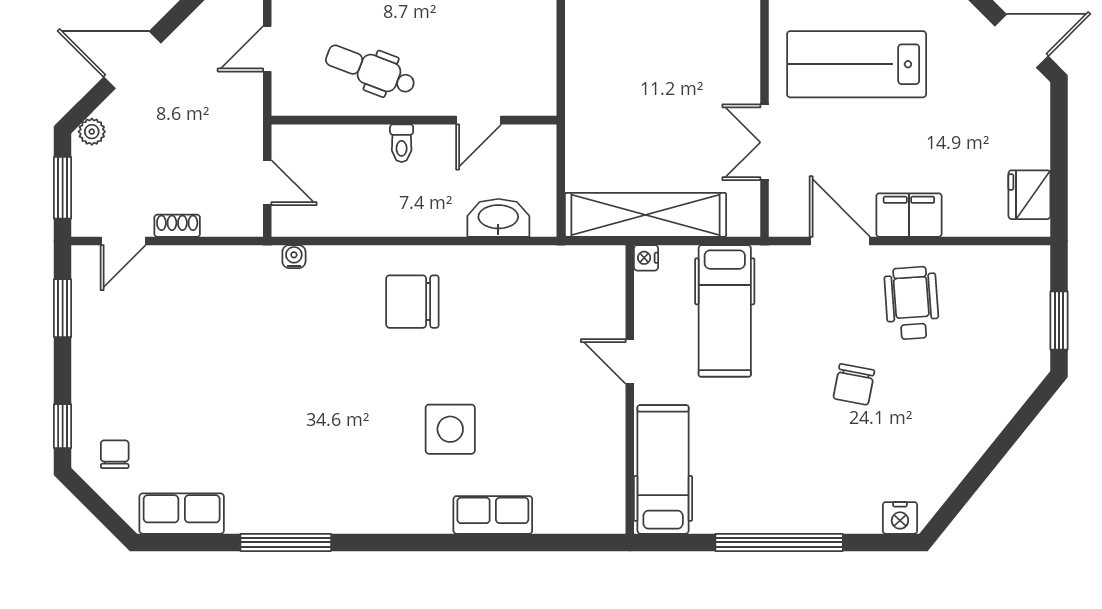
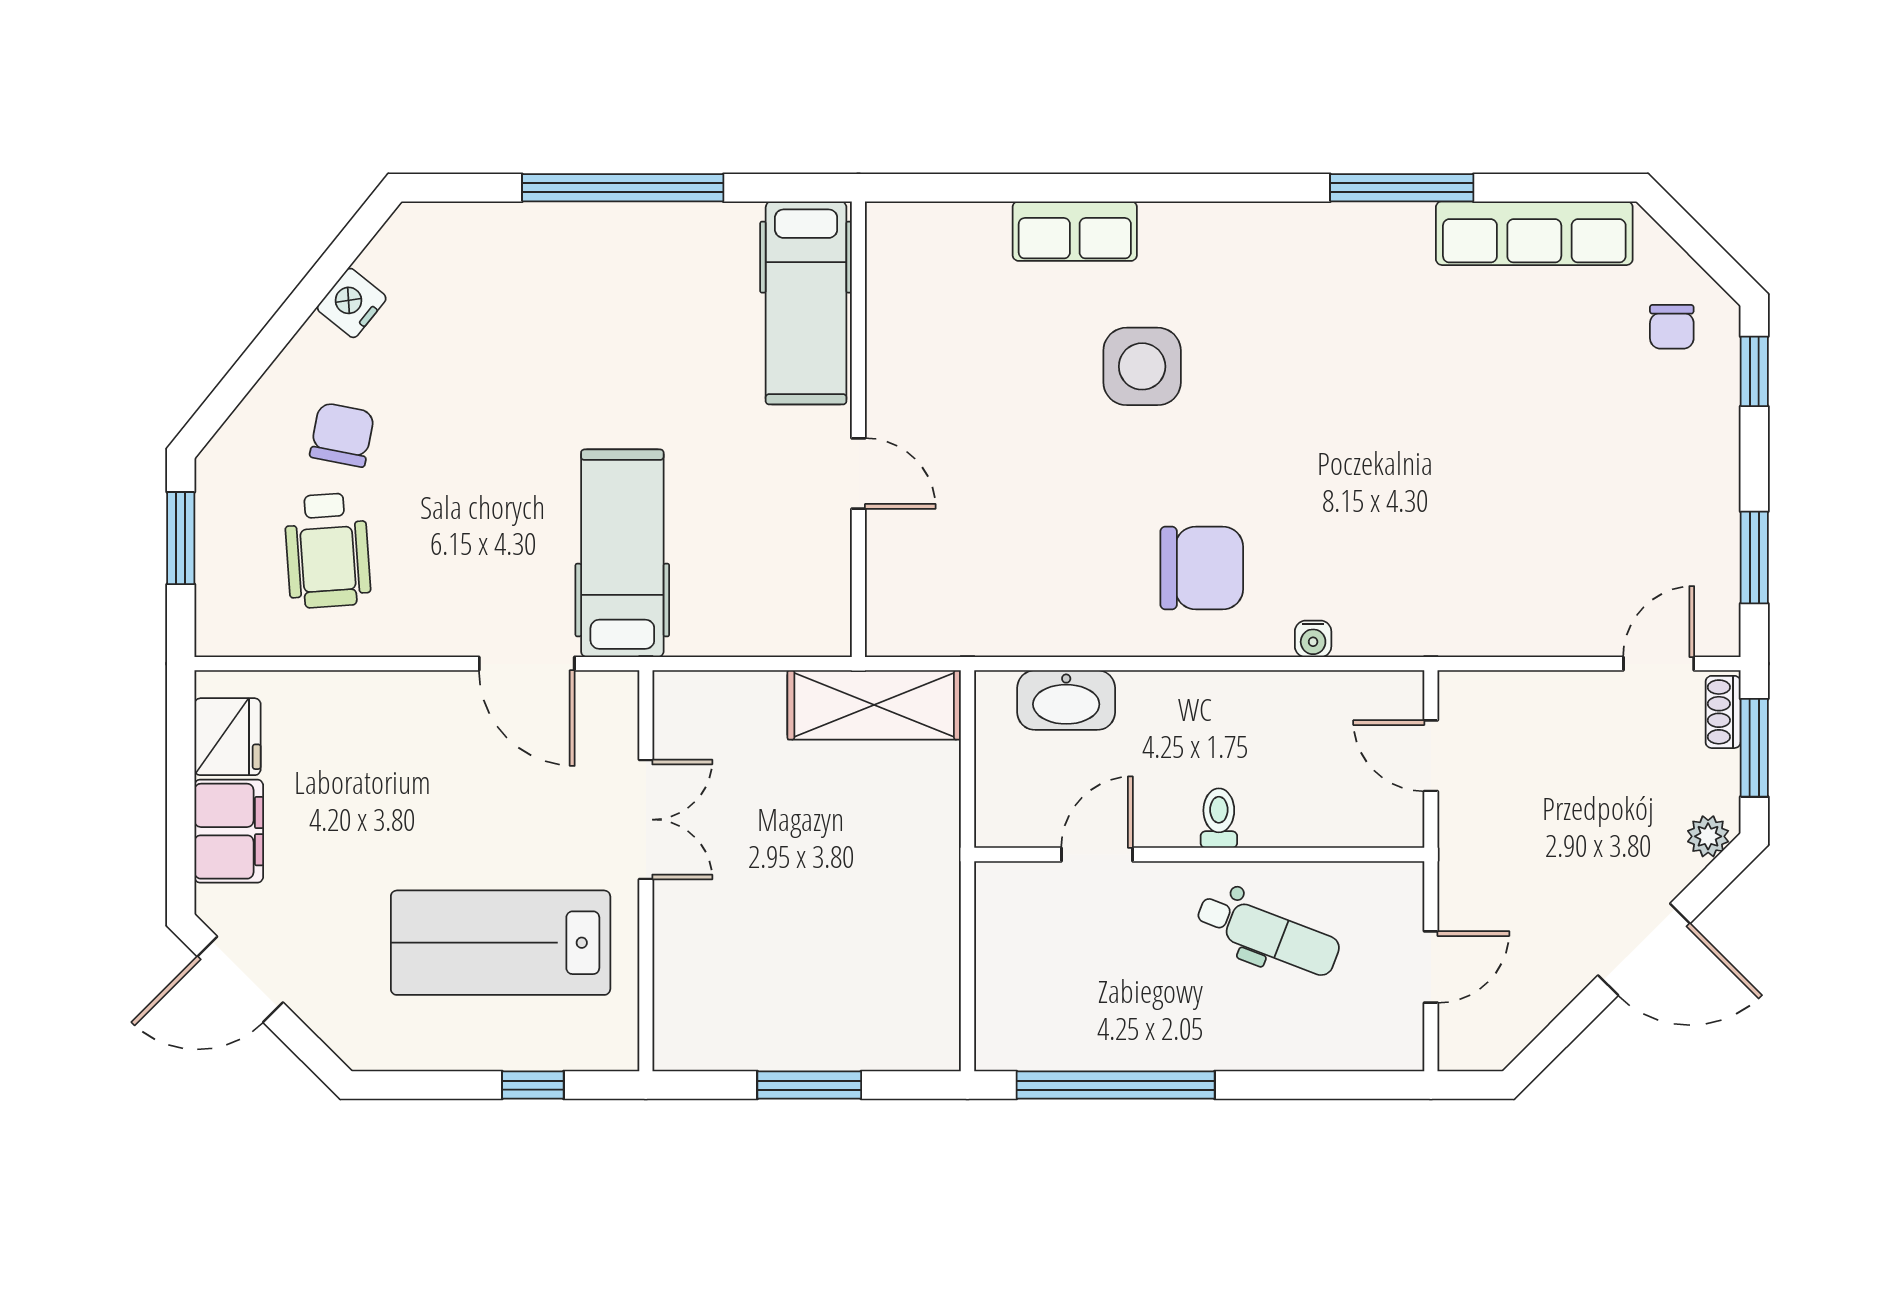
lab bench: (857, 64) -> (501, 943), turned 180
shelving: (646, 215) -> (874, 705), width x0.68
filing cabinet: (909, 215) -> (229, 831), moved, turned -90
shoe rack: (177, 226) -> (1723, 712), moved, turned 90
water cooler: (294, 257) -> (1313, 639), moved
nightstand: (646, 258) -> (833, 637), removed
wheelchair: (912, 303) -> (327, 550), moved
hospital bed: (725, 311) -> (622, 553), moved
chair: (854, 384) -> (342, 435), moved
row of seats: (182, 514) -> (1534, 233), width x1.48
nightstand: (900, 518) -> (352, 303), moved, turned -51

